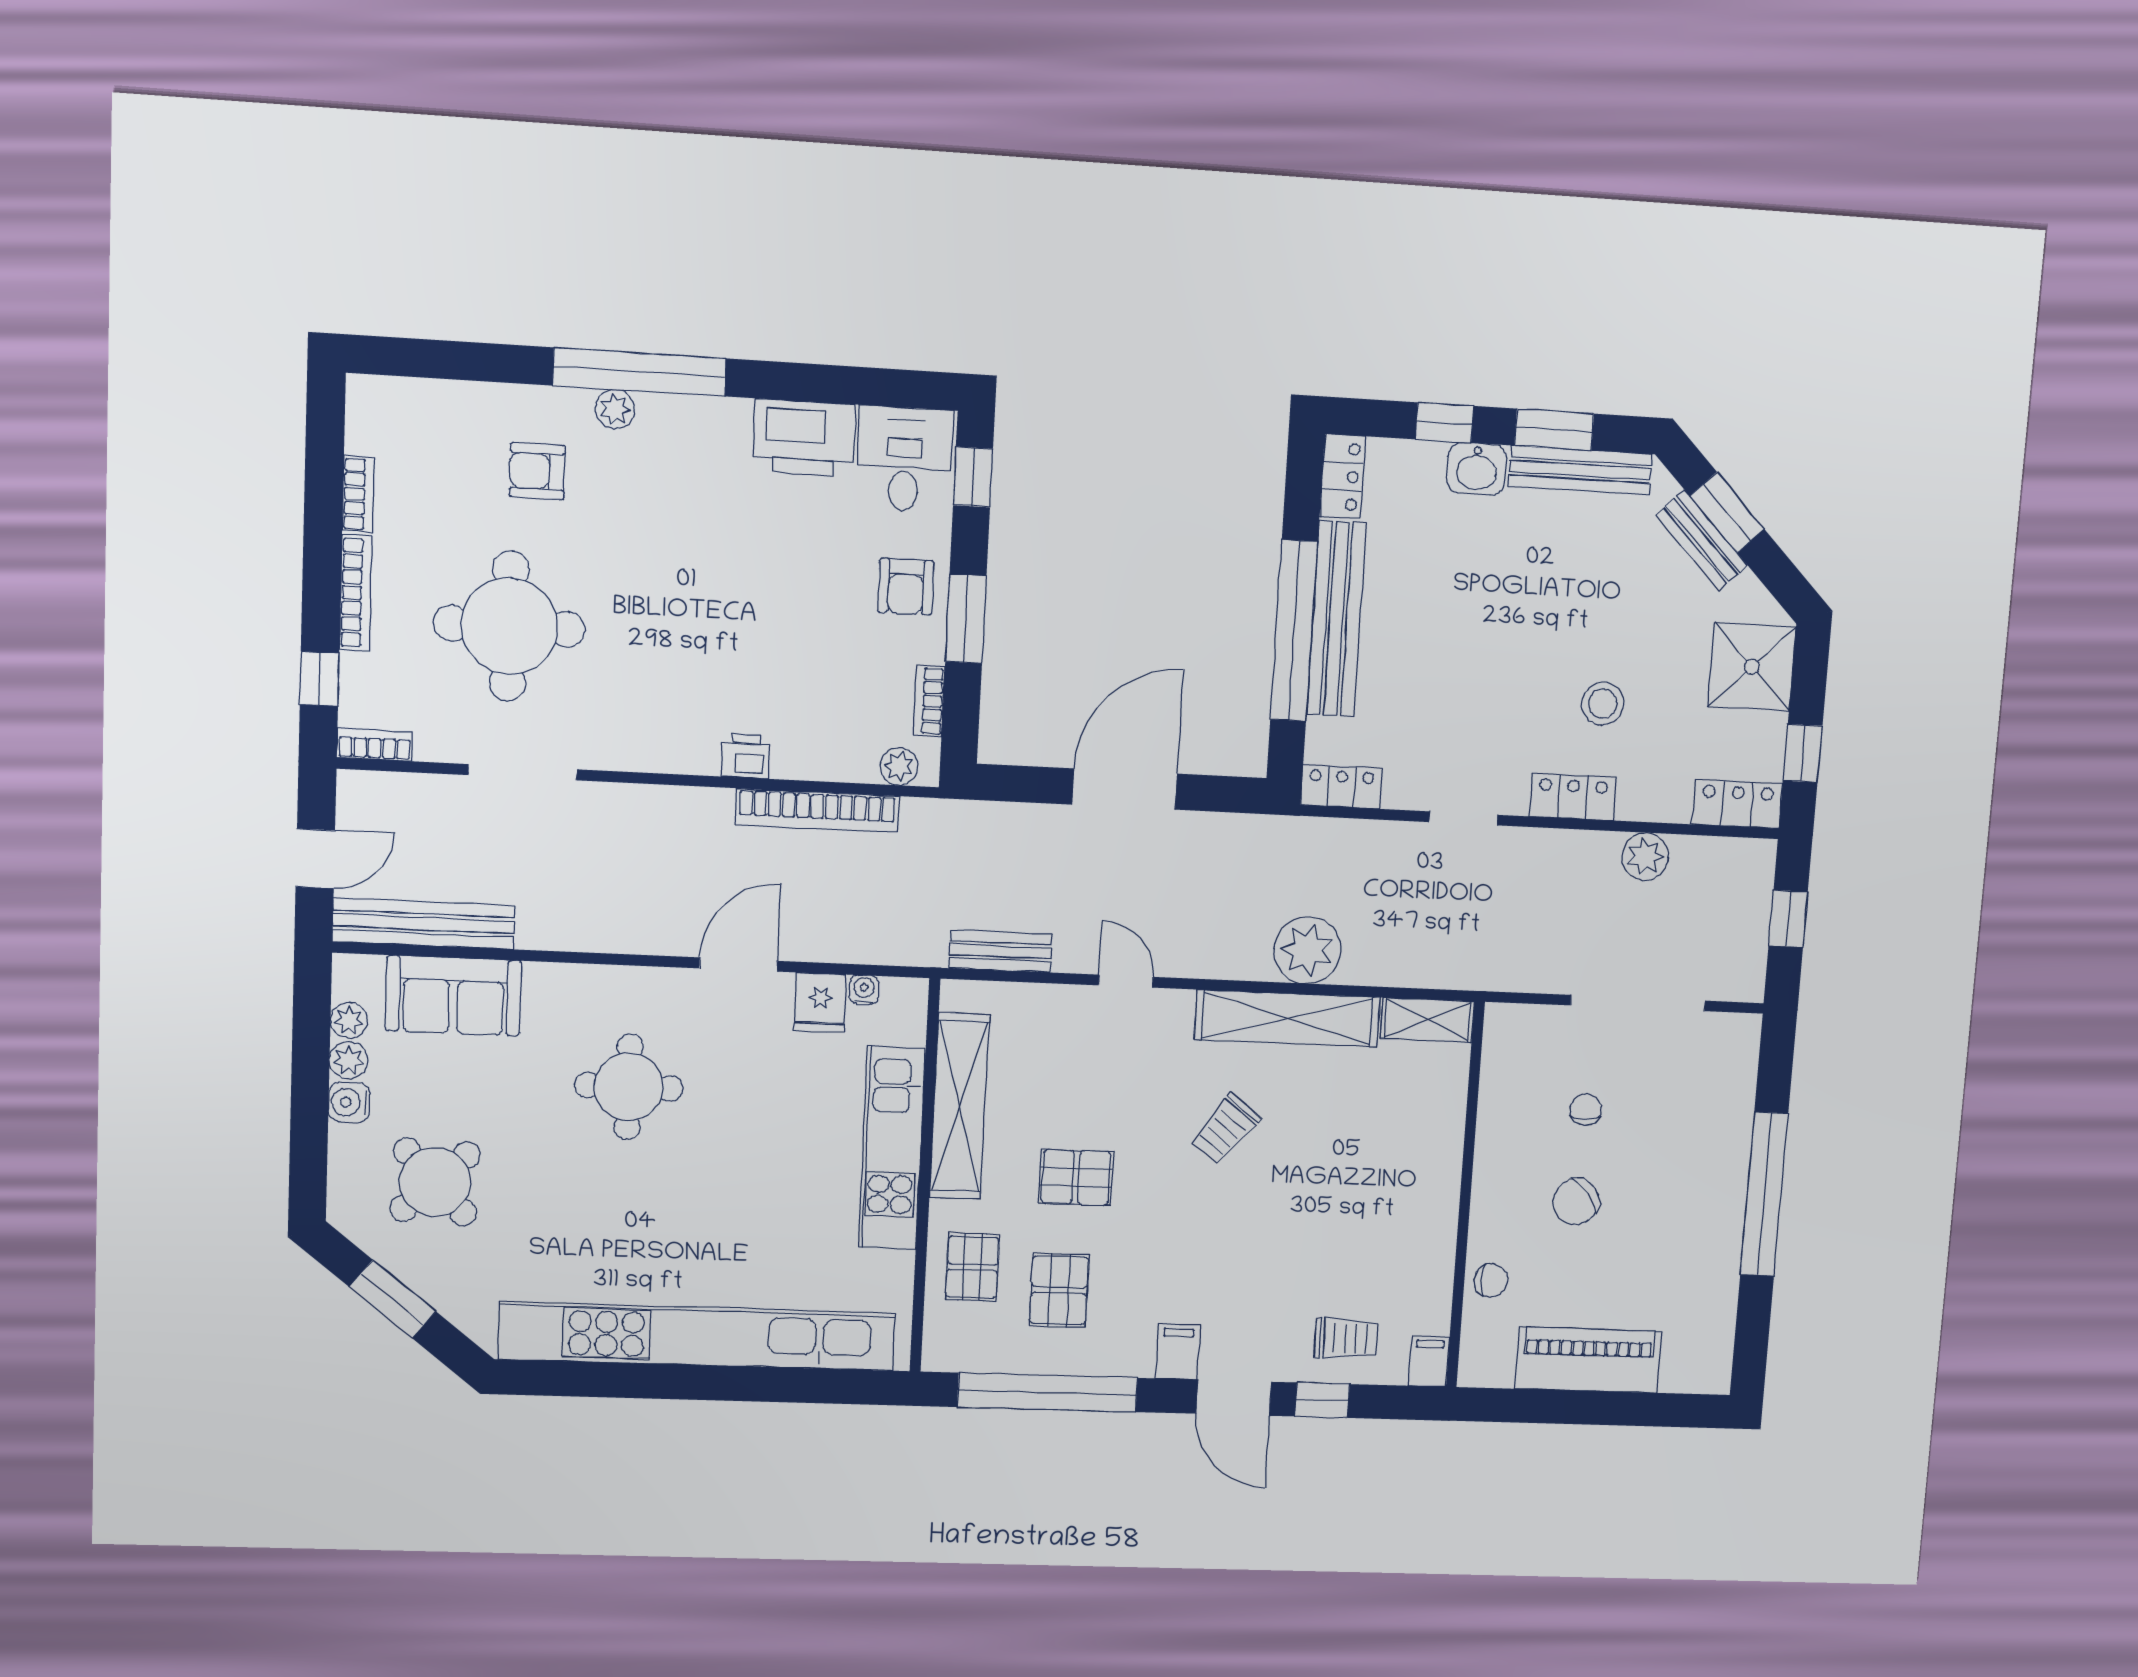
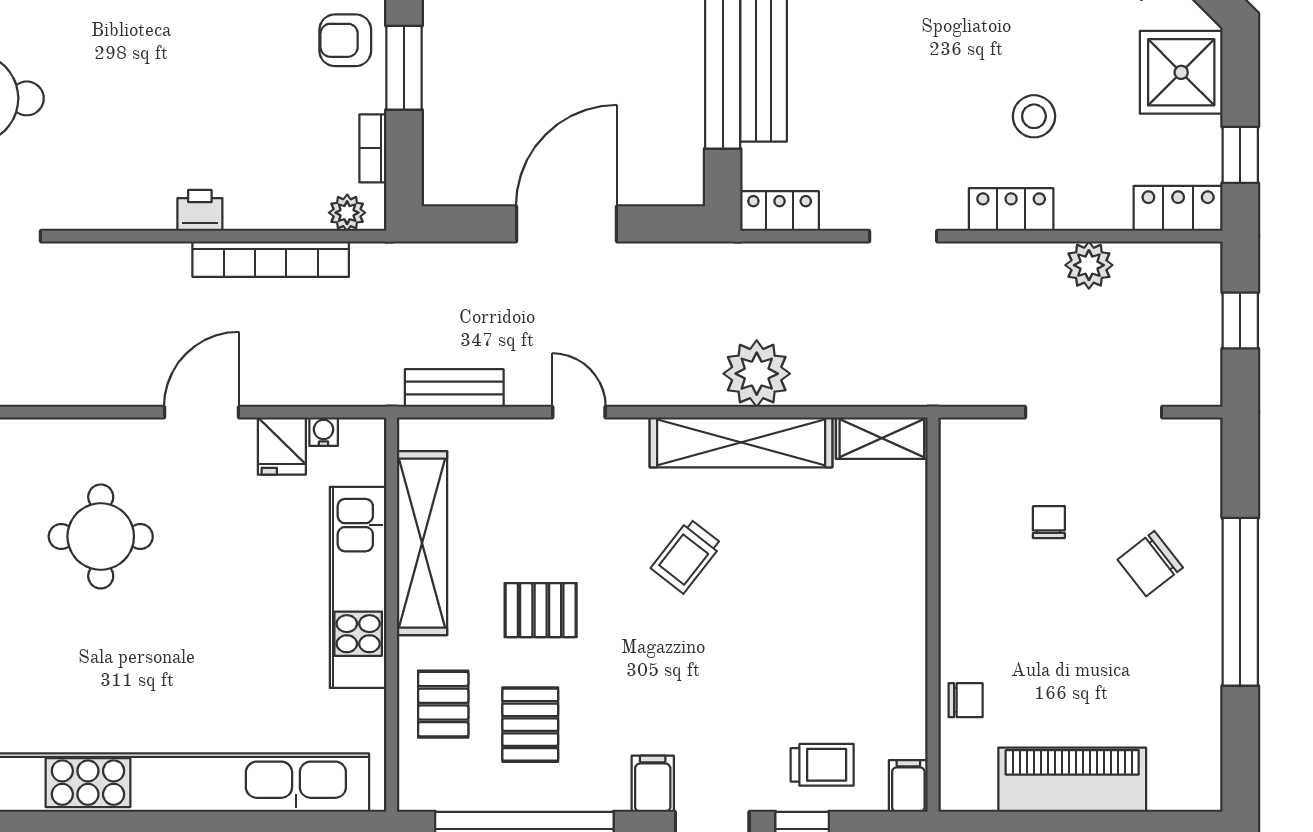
armchair: (906, 586) -> (345, 40), turned 90
chair: (1576, 1202) -> (1150, 564), moved

